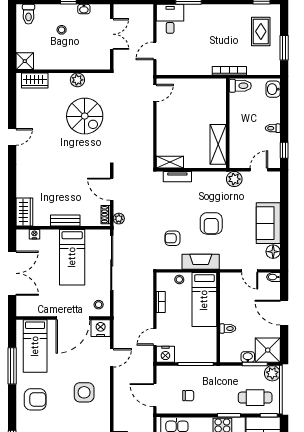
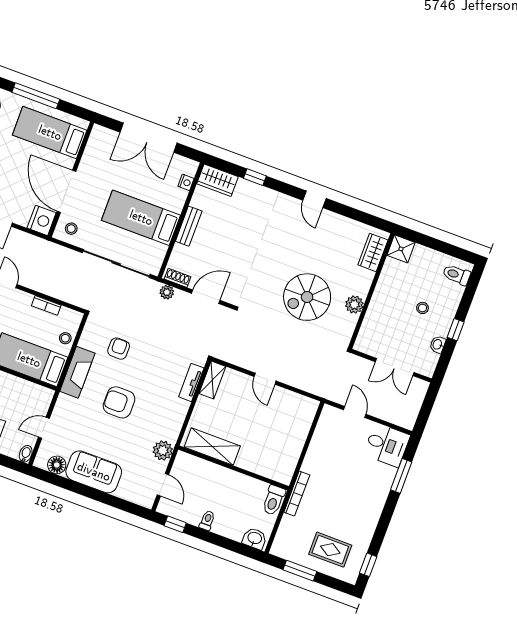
door: (155, 93) -> (265, 379), moved
window: (12, 186) -> (255, 177), added

